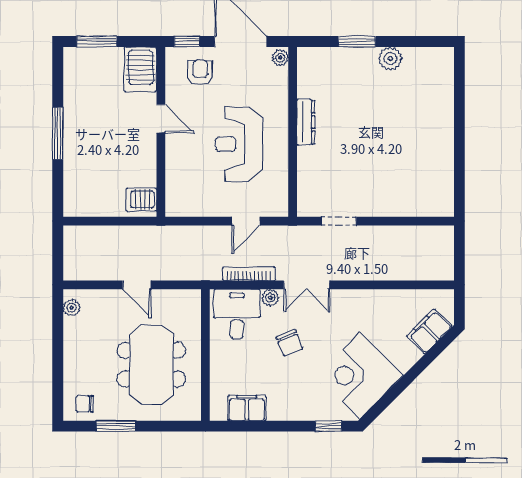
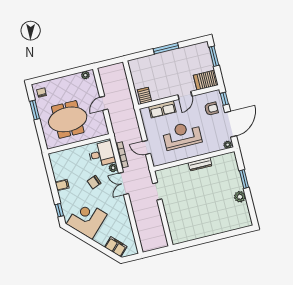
row of seats: (178, 171) -> (162, 109), added
filing cabinet: (247, 408) -> (62, 185), moved, width x0.50

